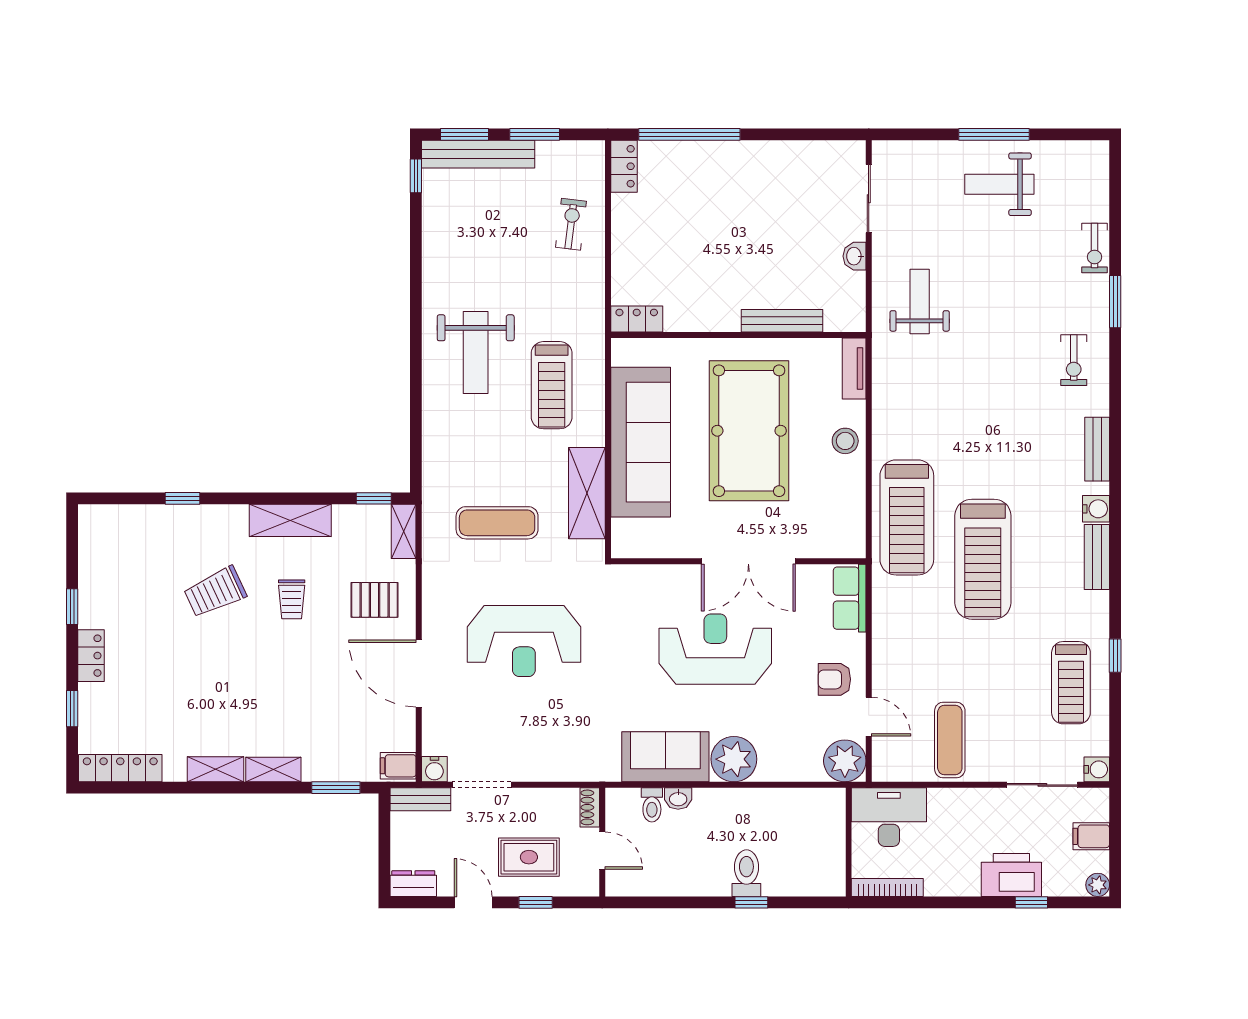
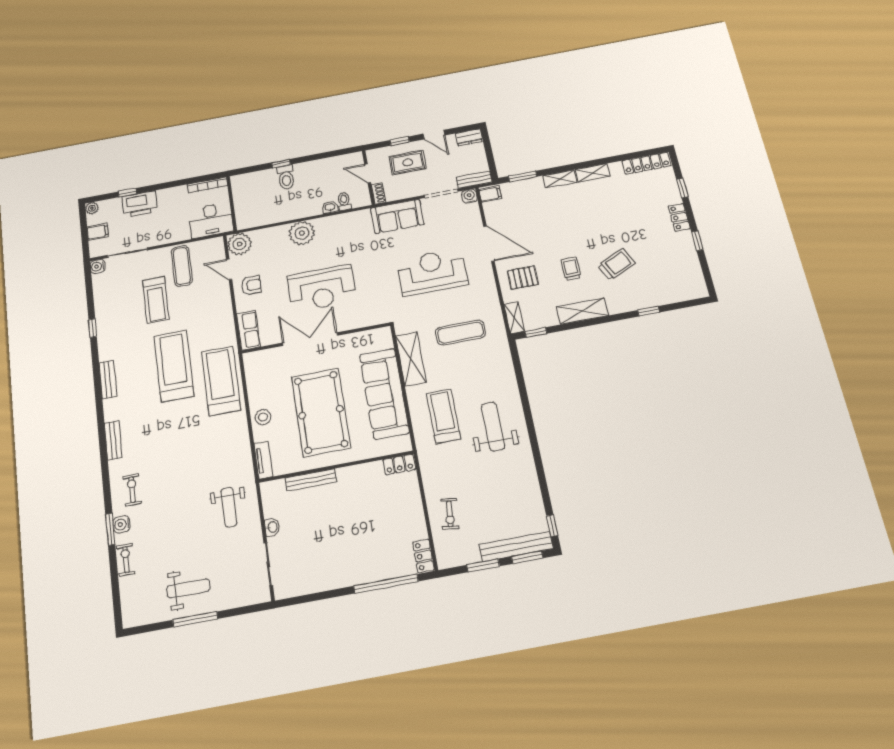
water cooler: (1096, 509) -> (122, 524), moved
treadmill: (1071, 683) -> (156, 300), moved, turned 180
sofa: (665, 757) -> (397, 216), moved

